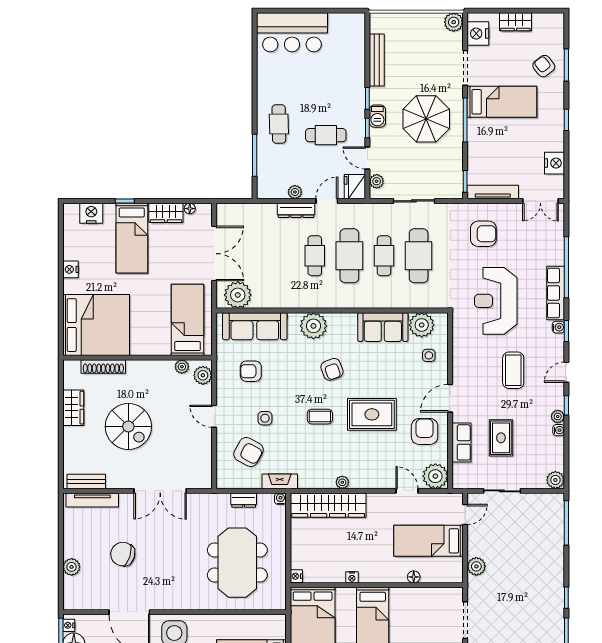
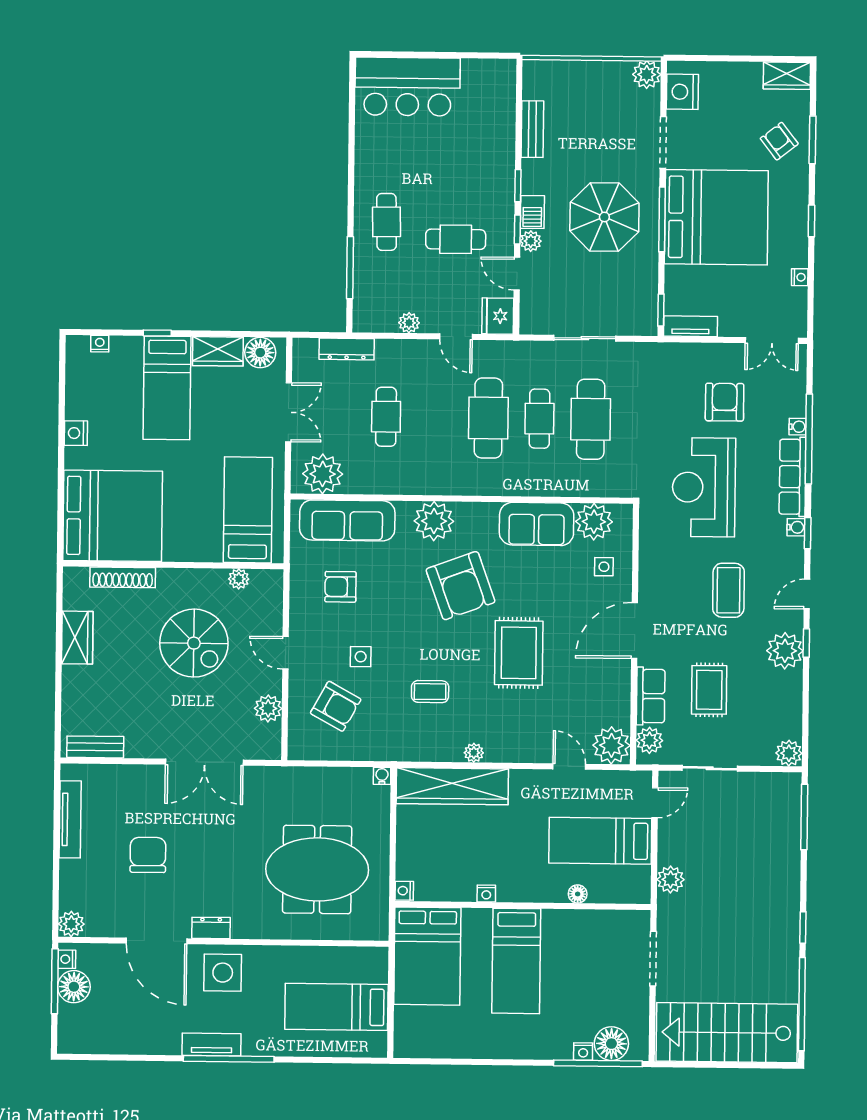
wardrobe: (515, 22) -> (787, 76), moved
bench: (377, 60) -> (532, 129), width x0.73
bed: (502, 102) -> (716, 217), width x2.04
nightstand: (554, 163) -> (800, 277), width x0.53, depth x0.56
plant: (377, 181) -> (531, 241), moved
tv unit: (493, 192) -> (690, 326), width x0.71
door: (327, 201) -> (456, 337), swing flipped
floor lamp: (190, 209) -> (260, 353), width x1.89, depth x1.89
dresser: (296, 210) -> (347, 349), moved
nightstand: (91, 213) -> (100, 344), width x0.53, depth x0.56
armchair: (483, 234) -> (725, 402), moved, turned -90
double door: (214, 254) -> (288, 412), width x0.73
cafe table: (315, 256) -> (386, 417), moved
armchair: (332, 369) -> (461, 586), width x1.88, depth x1.88
plant: (203, 375) -> (268, 708), moved
door: (450, 398) -> (635, 631), width x1.36
rug: (372, 414) -> (519, 653), turned 90
coffee table: (320, 417) -> (430, 692), moved
plant: (558, 417) -> (785, 651), width x1.88, depth x1.88
spiral stairs: (128, 426) -> (194, 643), moved
water cooler: (559, 430) -> (798, 427), moved
armchair: (425, 431) -> (596, 679), removed
plant: (461, 472) -> (649, 740), added
fireplace: (280, 481) -> (381, 750), removed
tv unit: (92, 500) -> (70, 819), moved, turned -90
dresser: (244, 500) -> (211, 928), moved, turned 180
chair: (123, 554) -> (148, 855), turned 73
meeting table: (237, 563) -> (317, 869), turned 90
plant: (72, 567) -> (71, 924), moved

